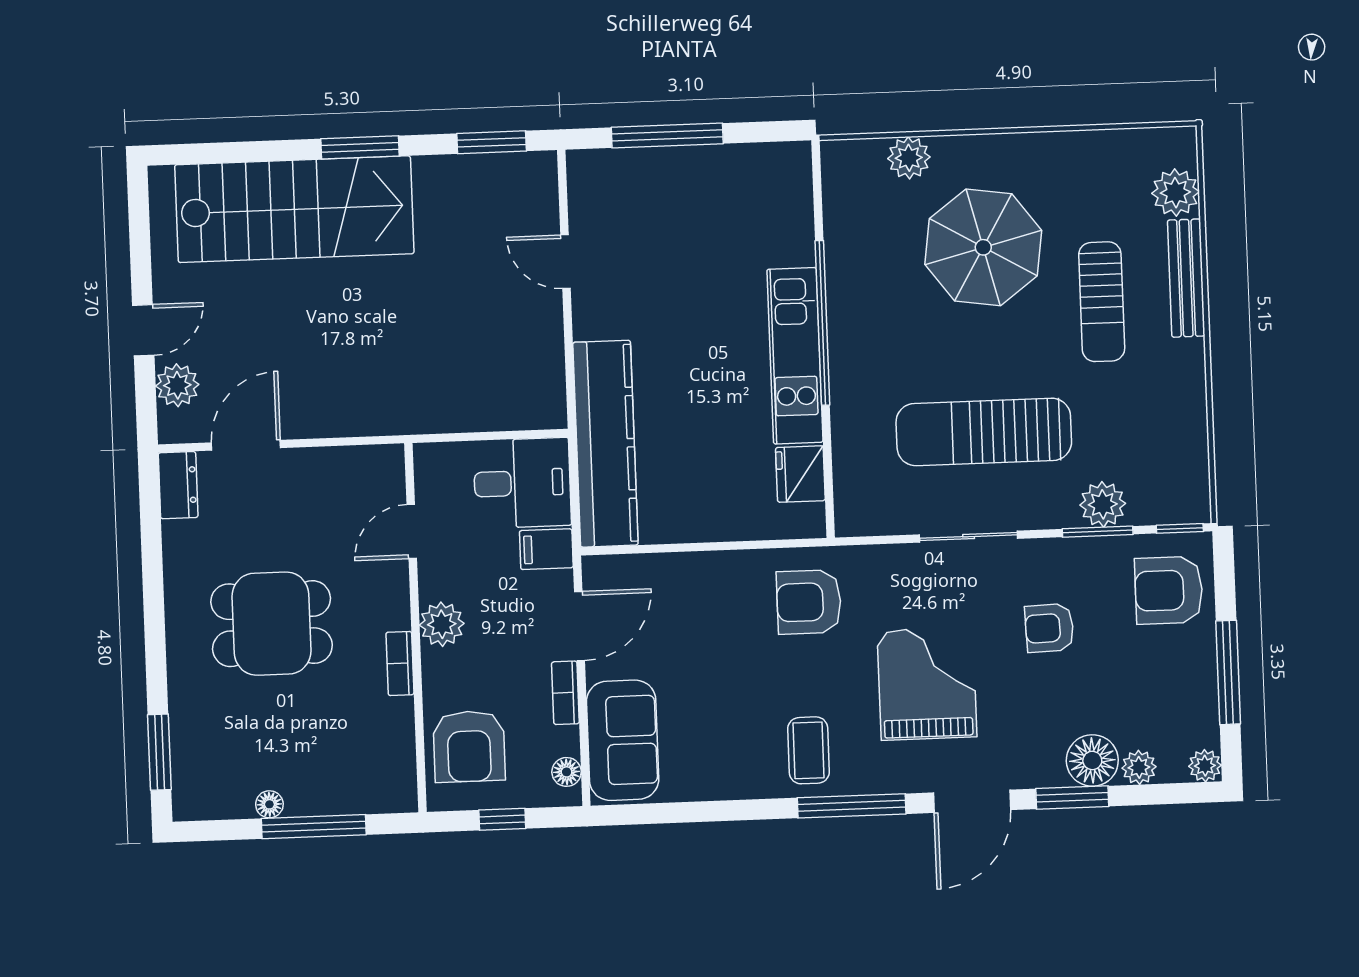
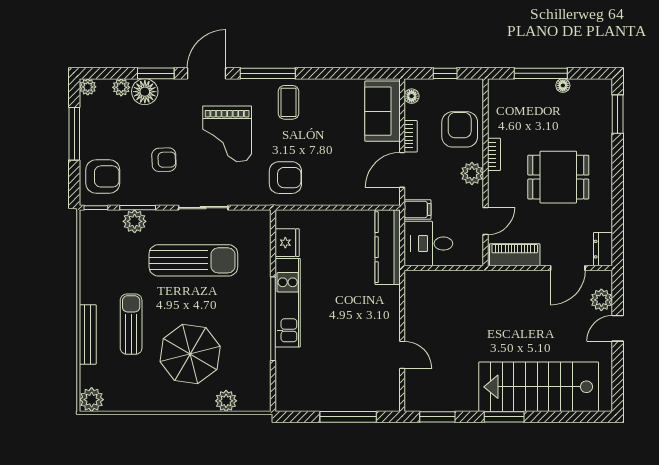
plant: (1175, 193) -> (92, 400), moved
kitchen counter: (605, 444) -> (388, 247), width x0.72, depth x0.86
piano: (351, 467) -> (515, 255), added
armchair: (469, 746) -> (460, 129), moved

